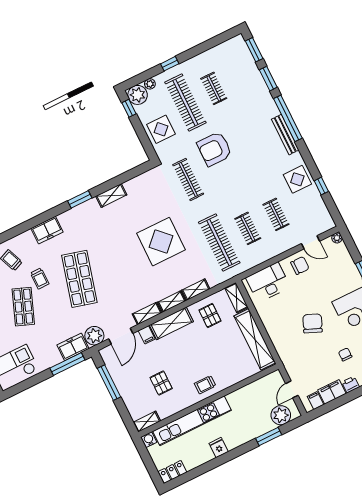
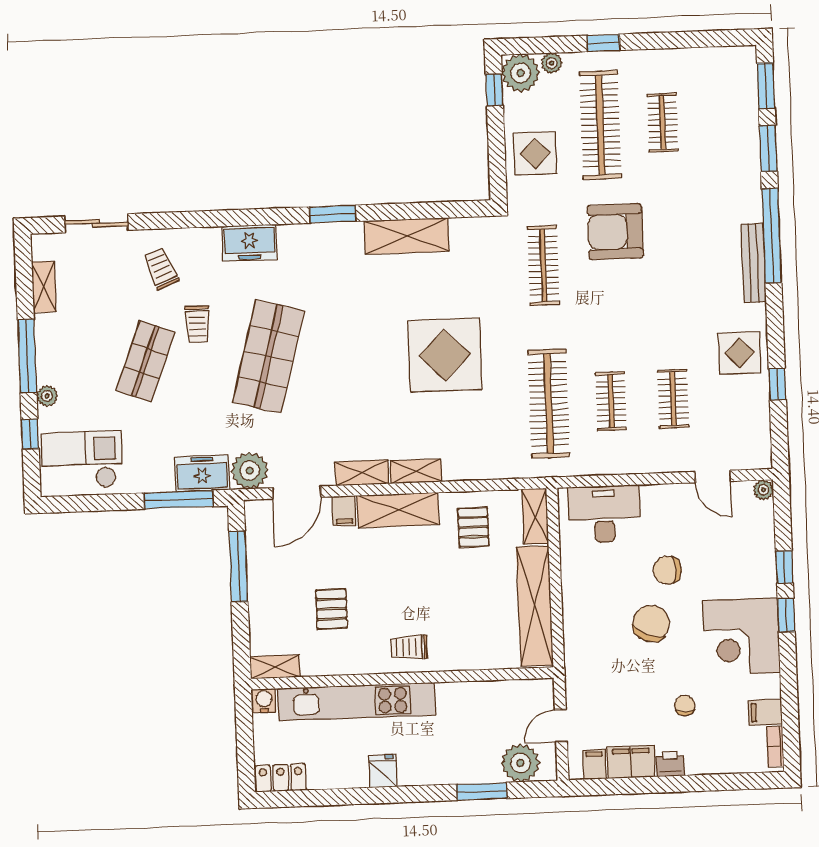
shelving: (111, 195) -> (407, 236), width x1.50, depth x1.33
chair: (300, 265) -> (667, 570), moved, turned 180
shelving: (196, 290) -> (469, 469), removed

